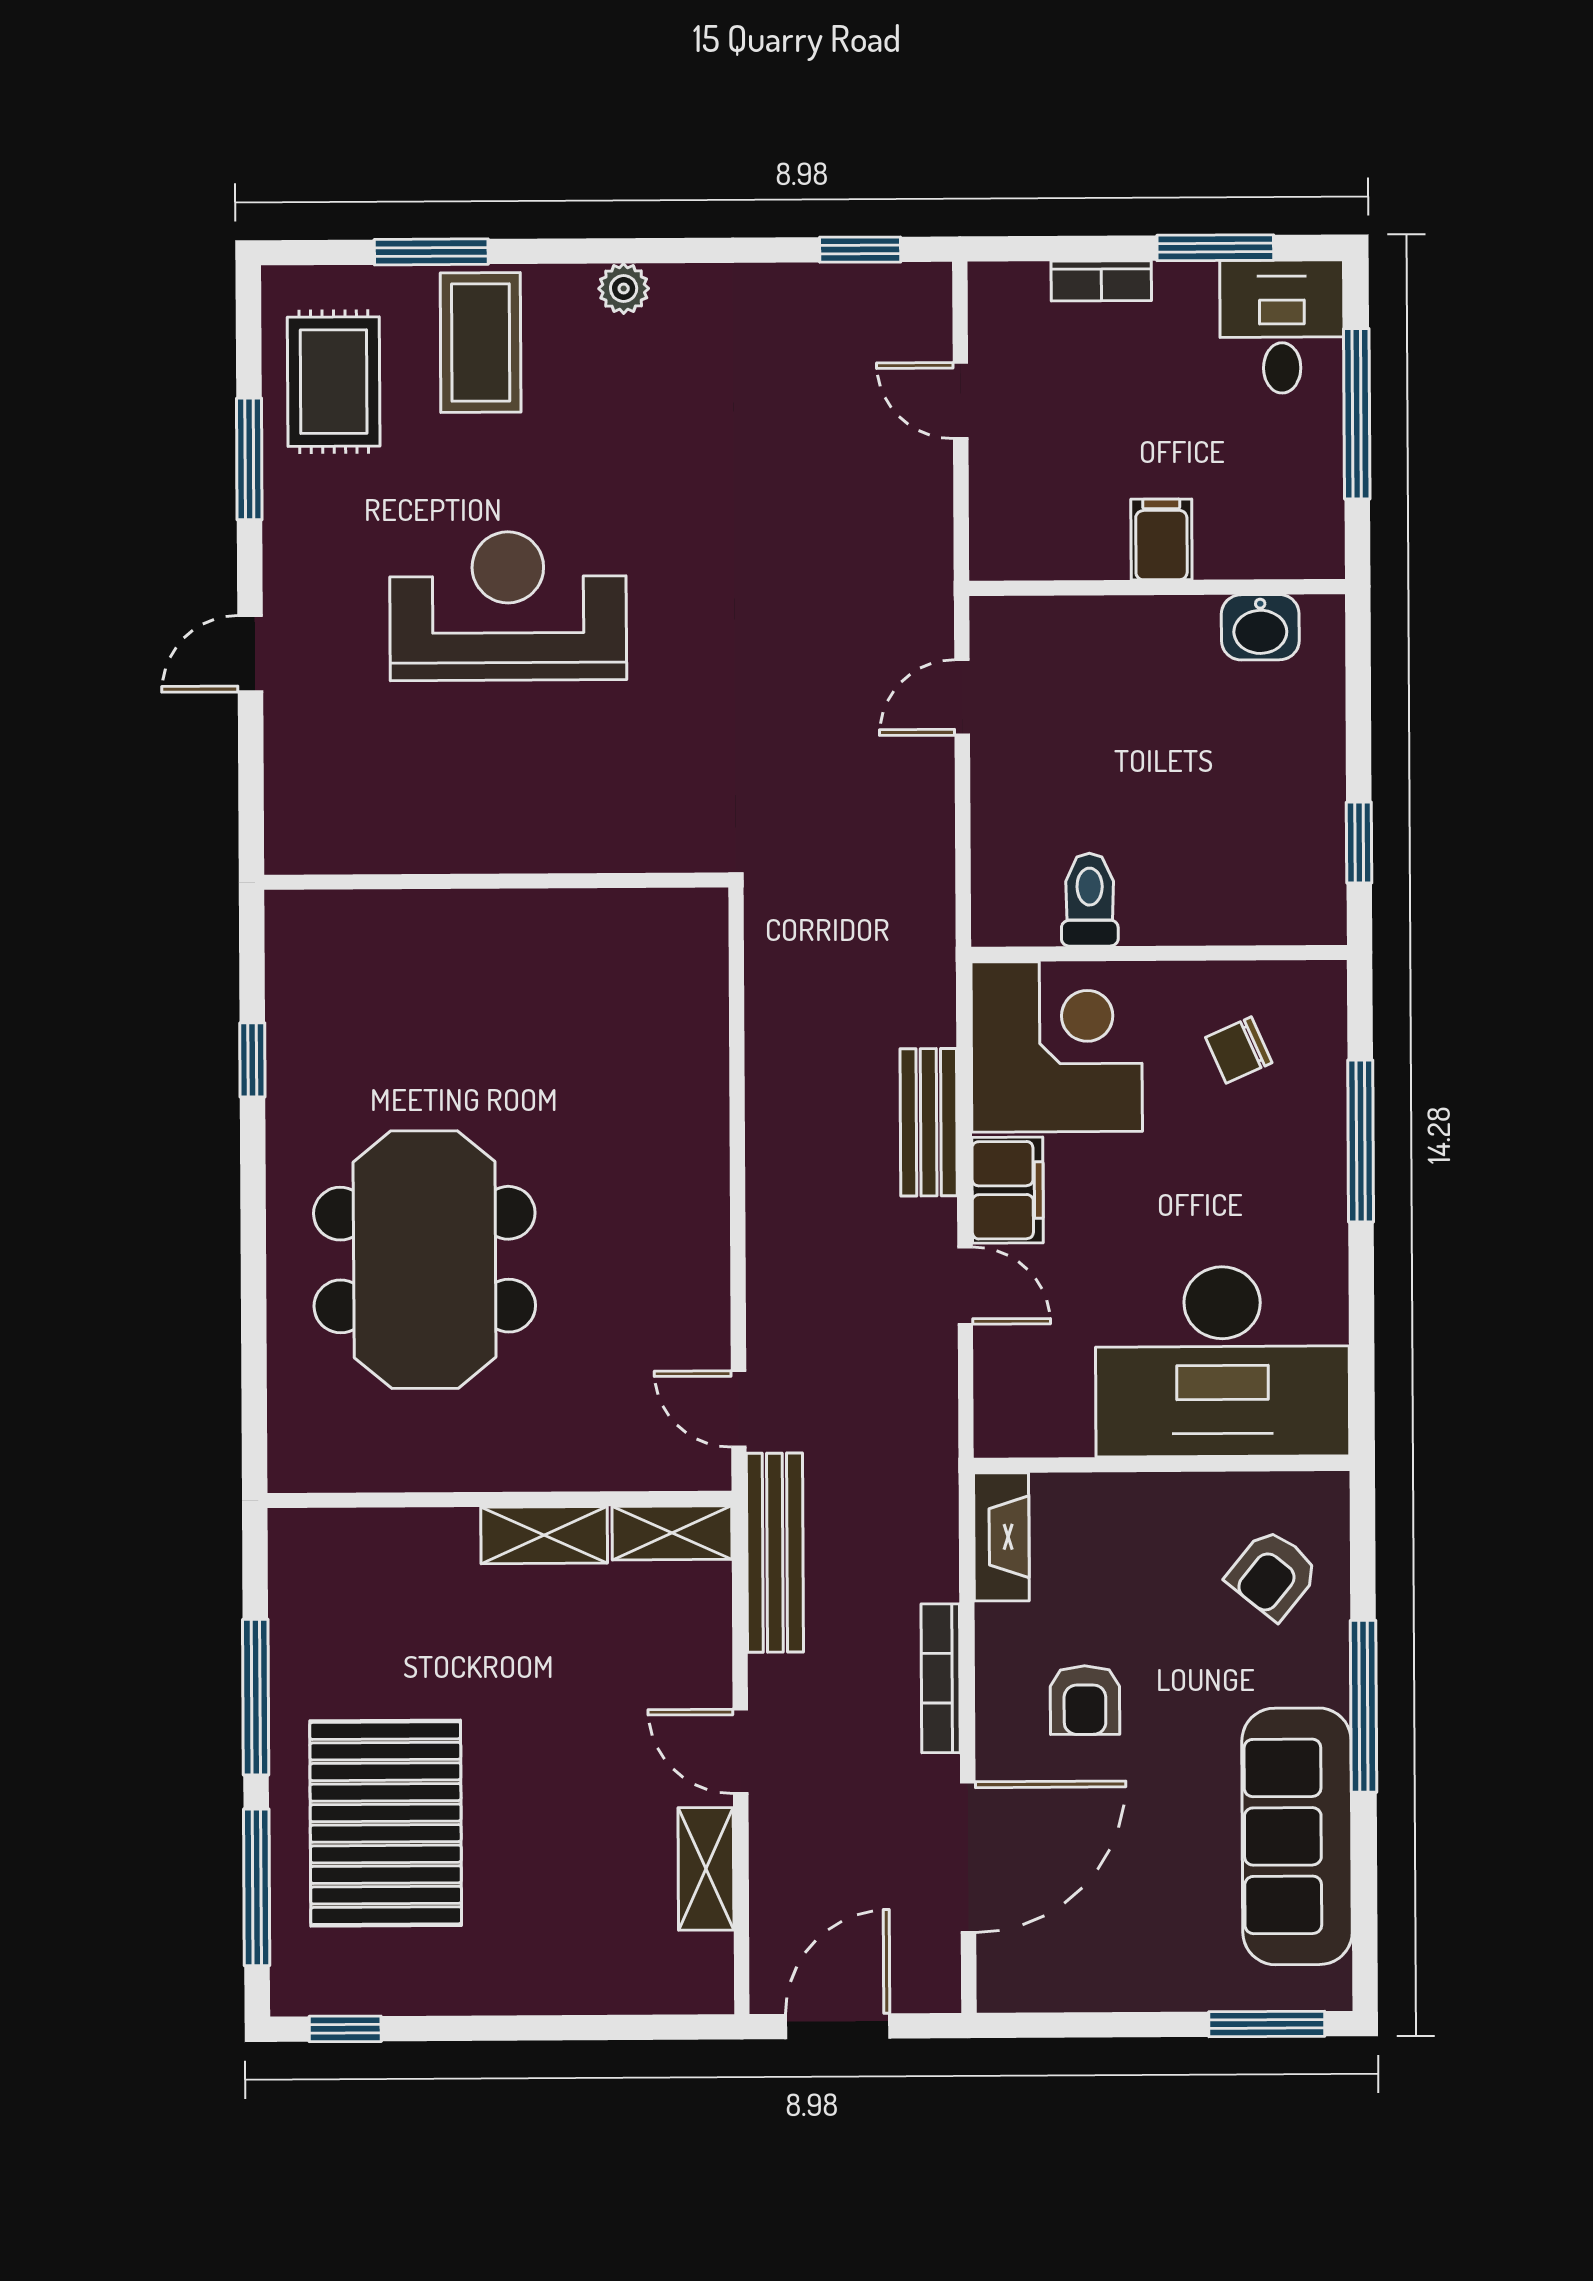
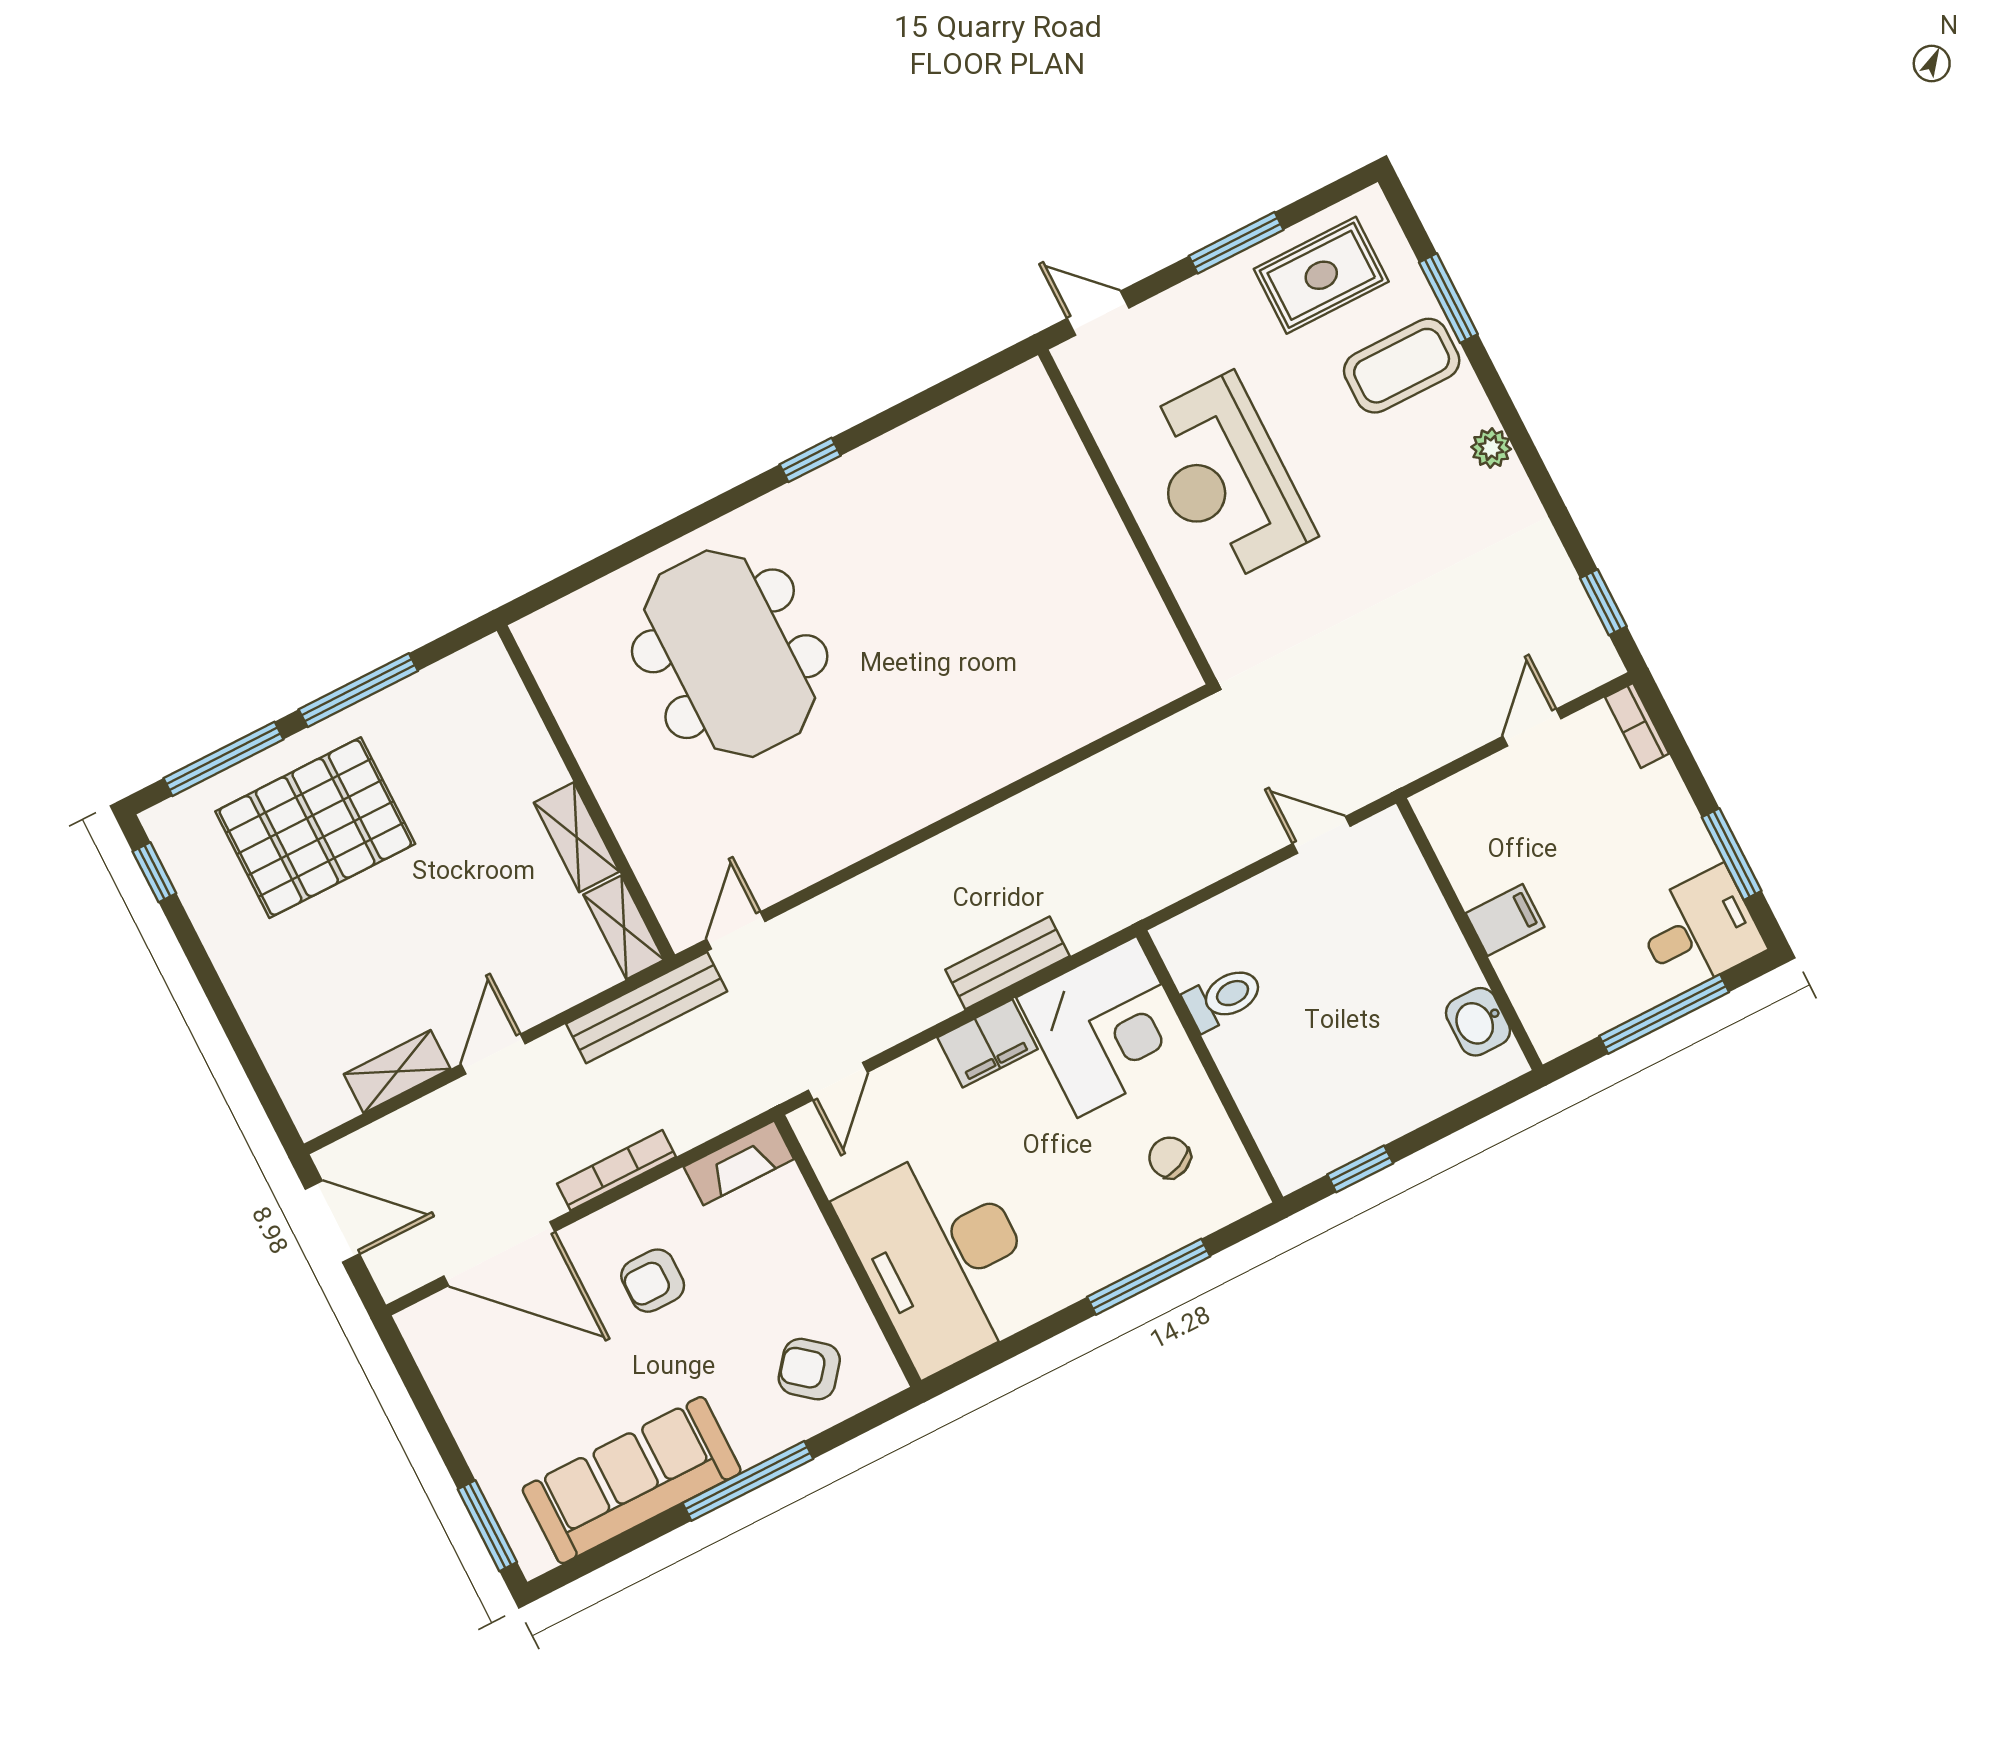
bookcase: (1101, 281) -> (1637, 725), moved
reception desk: (508, 606) -> (1224, 479), turned 180
wall: (496, 881) -> (1127, 517), moved
meeting table: (425, 1260) -> (730, 654), turned 90
door: (965, 1286) -> (838, 1081), moved

